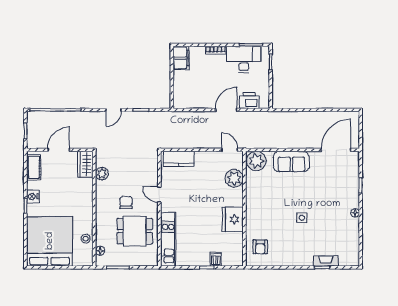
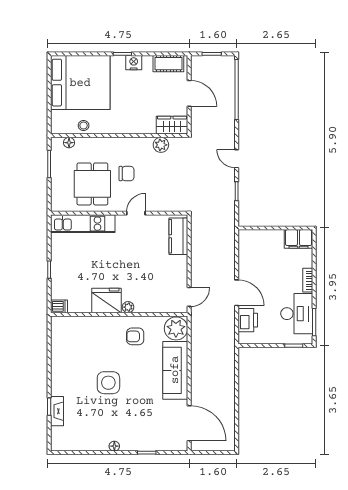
sofa: (291, 162) -> (175, 370), width x1.36
plant: (234, 178) -> (128, 307), moved, width x0.53, depth x0.53
side table: (302, 218) -> (108, 383), width x1.87, depth x1.87
armchair: (260, 247) -> (135, 336), moved
dishwasher: (216, 259) -> (59, 306), moved

